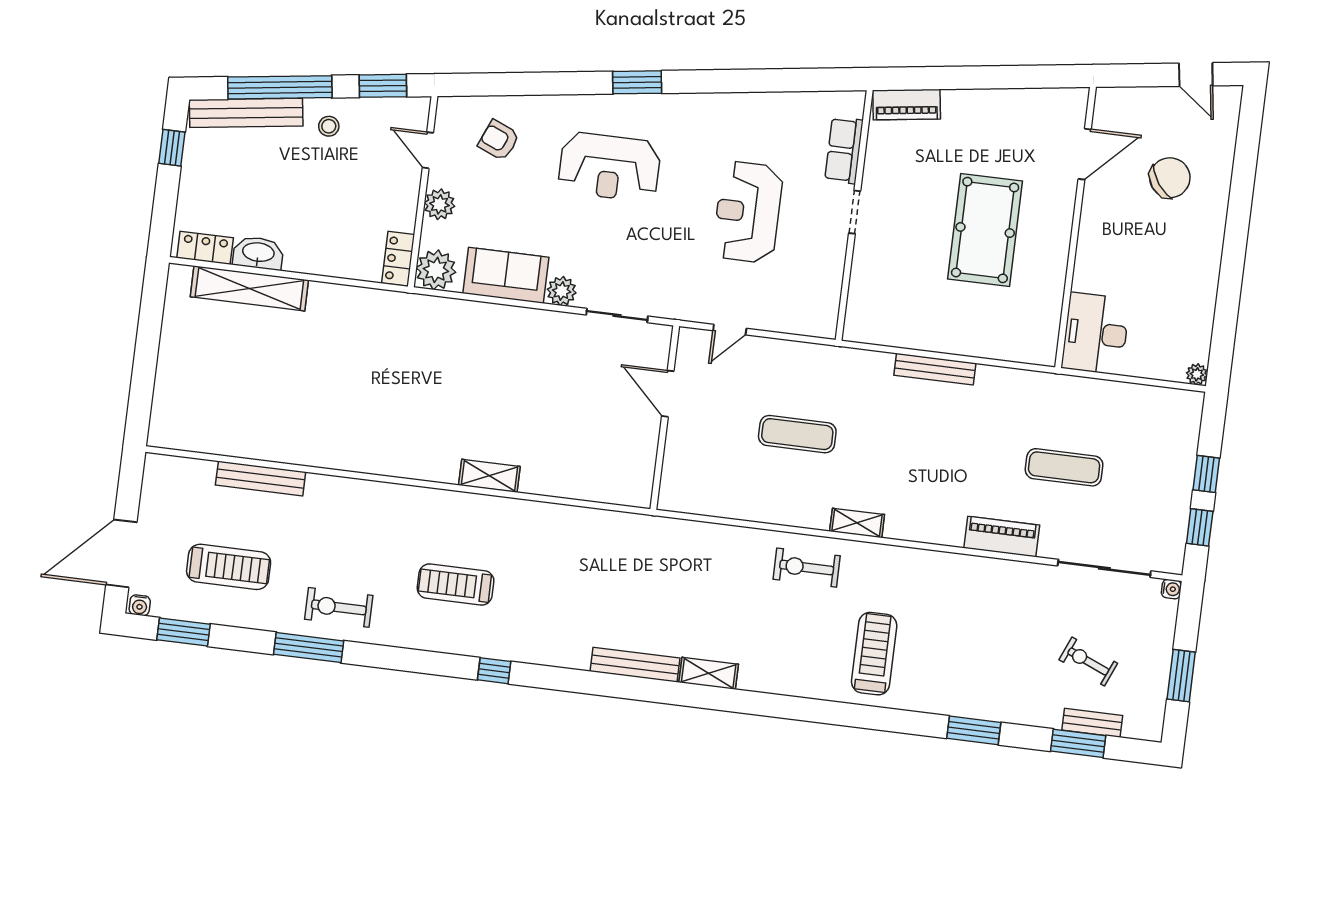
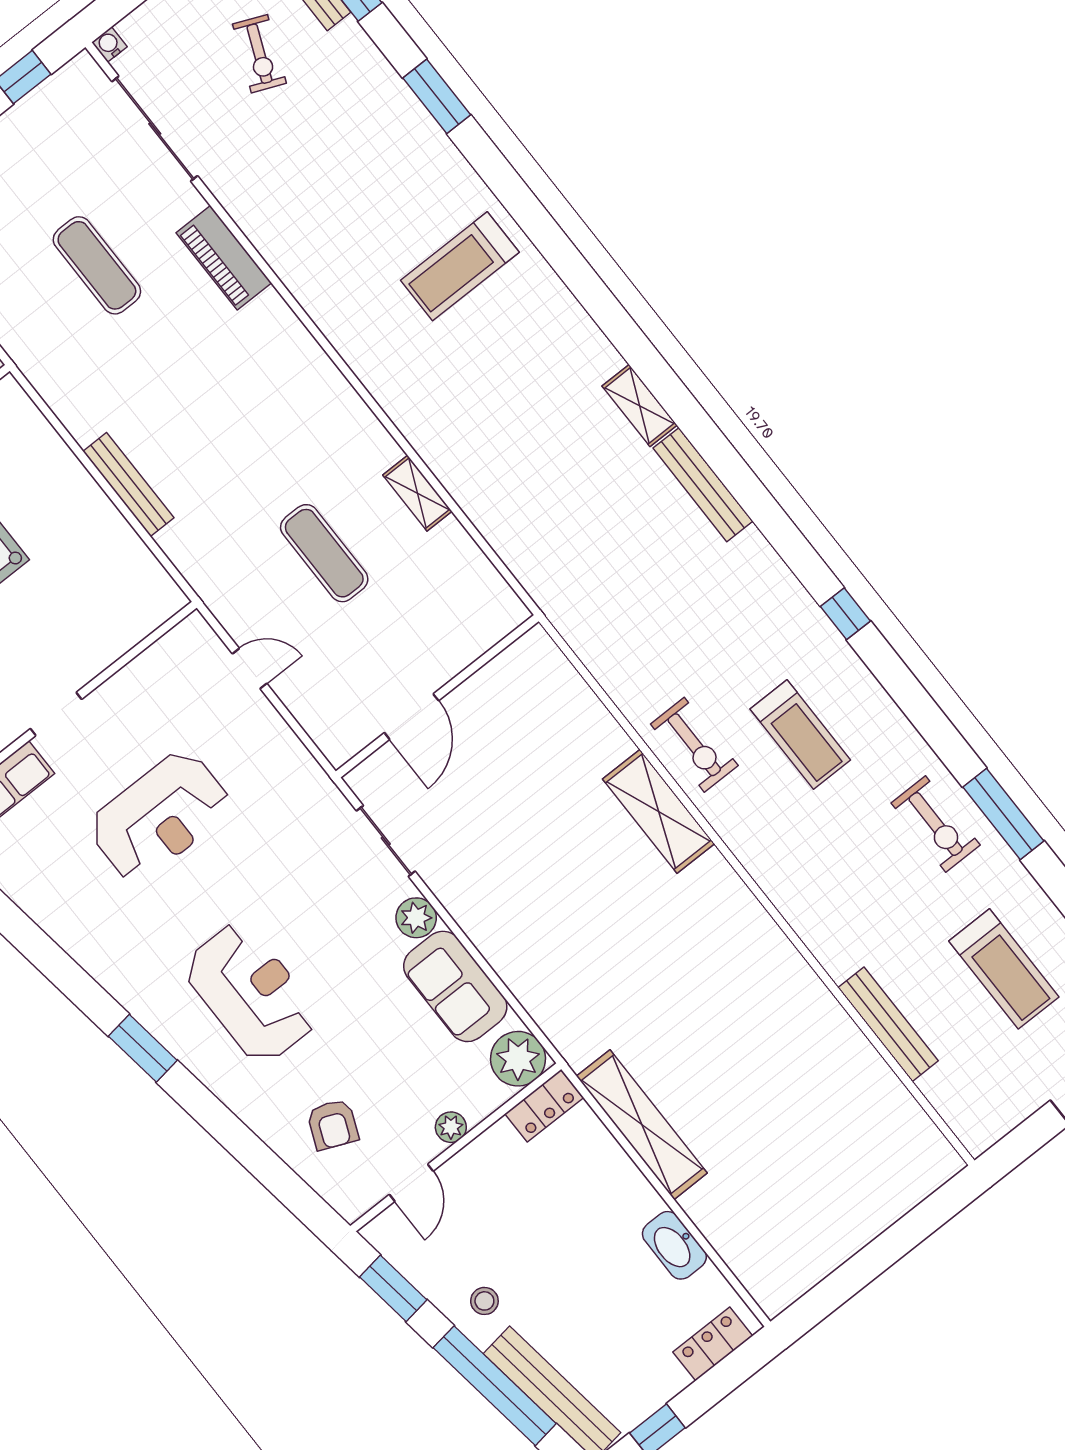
plant: (439, 204) -> (451, 1127), width x0.73, depth x0.73
locker: (205, 248) -> (713, 1344), moved, turned 90
shelving: (249, 288) -> (642, 1125), moved
door: (730, 330) -> (250, 669), moved
shelving: (489, 476) -> (658, 811), width x1.50, depth x1.33
shelving: (857, 523) -> (417, 493), moved
treadmill: (229, 567) -> (1004, 969), turned 180
exercise bike: (807, 568) -> (694, 745), moved

